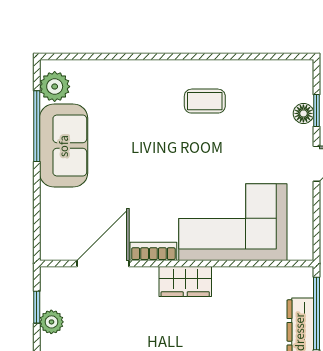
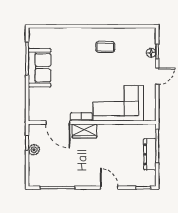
plant: (55, 87) -> (35, 40), removed
door: (103, 263) -> (58, 123), swing flipped
wardrobe: (185, 281) -> (84, 131), moved

